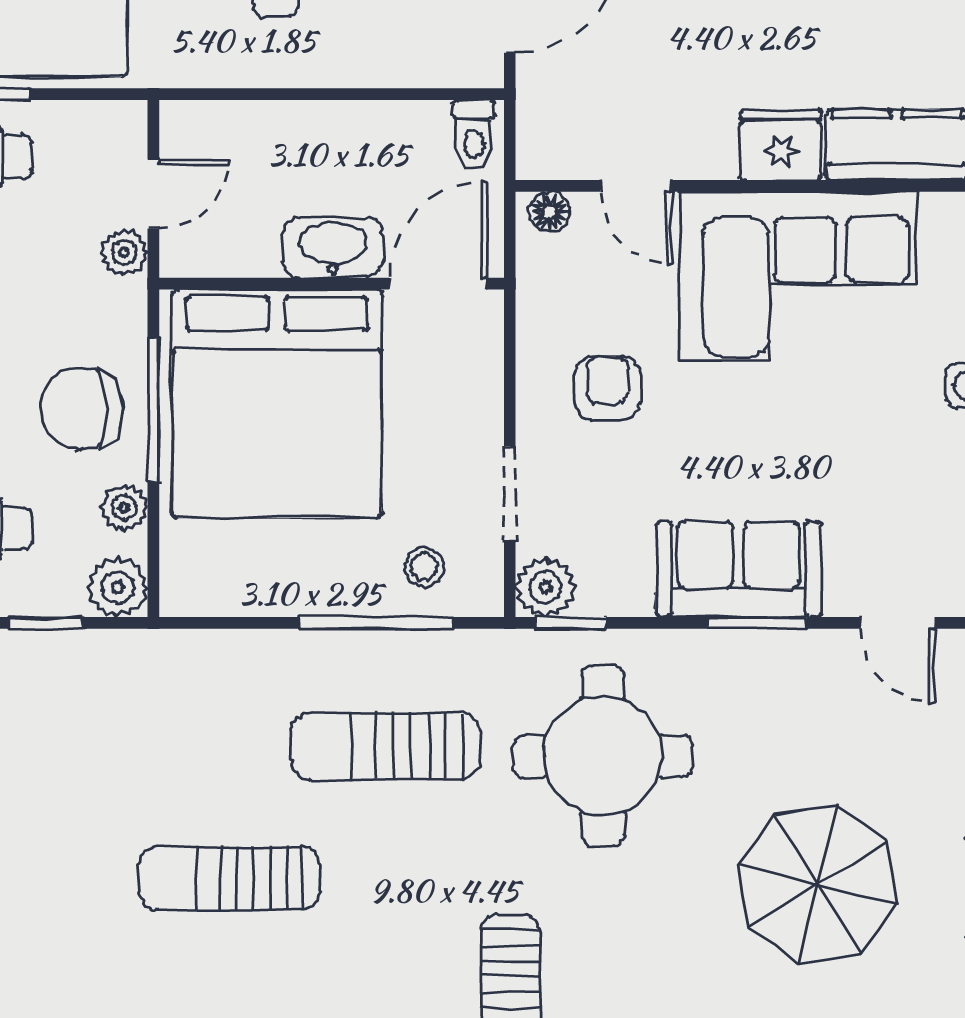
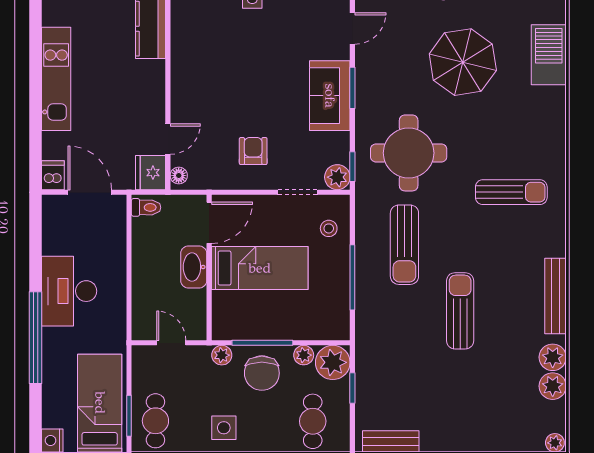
fridge: (781, 145) -> (151, 173), moved
plant: (124, 253) -> (222, 355), moved
corner sofa: (797, 276) -> (206, 71), removed
door: (438, 284) -> (209, 223), swing flipped
armchair: (607, 388) -> (253, 151), turned 90
bed: (277, 404) -> (260, 268), width x0.49
plant: (118, 587) -> (333, 362), width x1.36, depth x1.36
window: (376, 623) -> (352, 277), moved
sun lounger: (229, 878) -> (460, 311), turned 180

